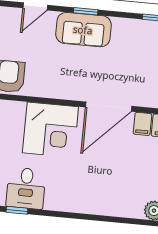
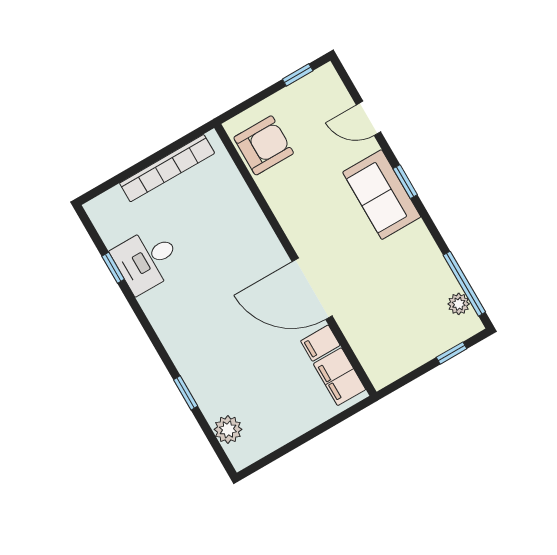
corner desk: (50, 130) -> (236, 240), removed
window: (116, 220) -> (186, 393), added

